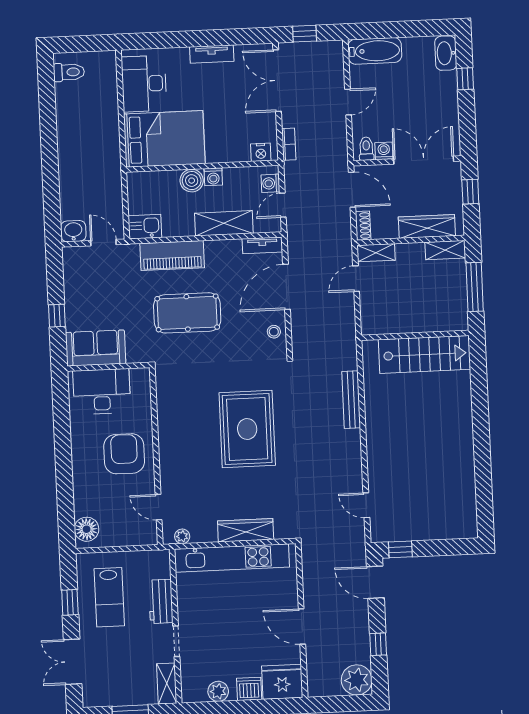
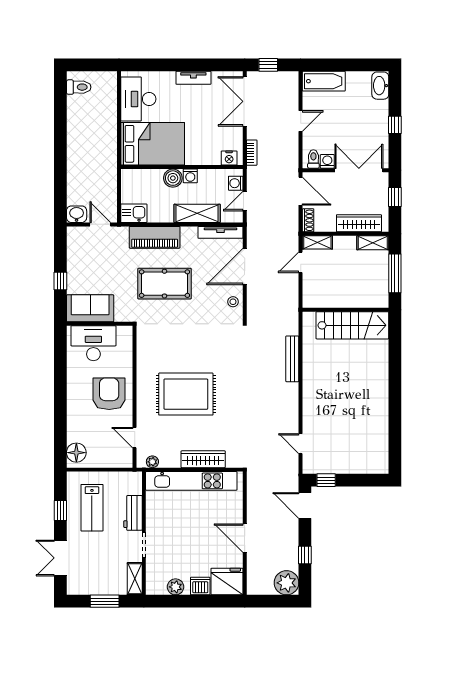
window: (465, 79) -> (395, 125), moved
tv unit: (262, 245) -> (220, 232), width x1.41
rug: (247, 429) -> (186, 394), moved, turned 90

